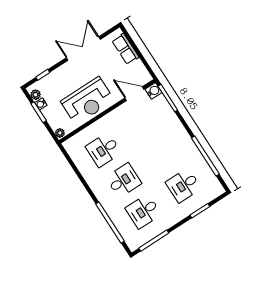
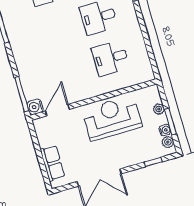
door: (134, 94) -> (57, 110), swing flipped
plant: (60, 133) -> (159, 109), moved
desk: (104, 150) -> (110, 58), turned 180

